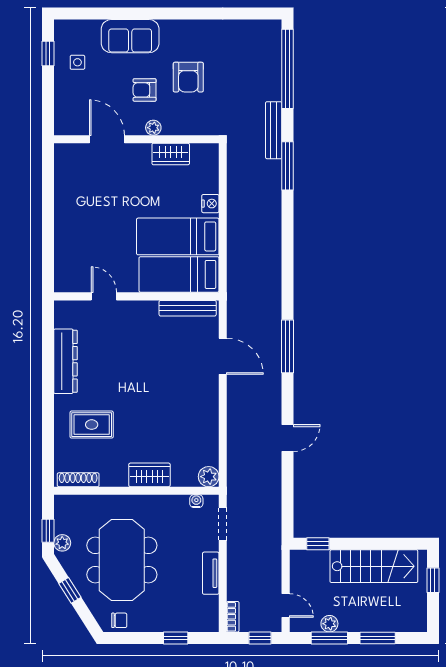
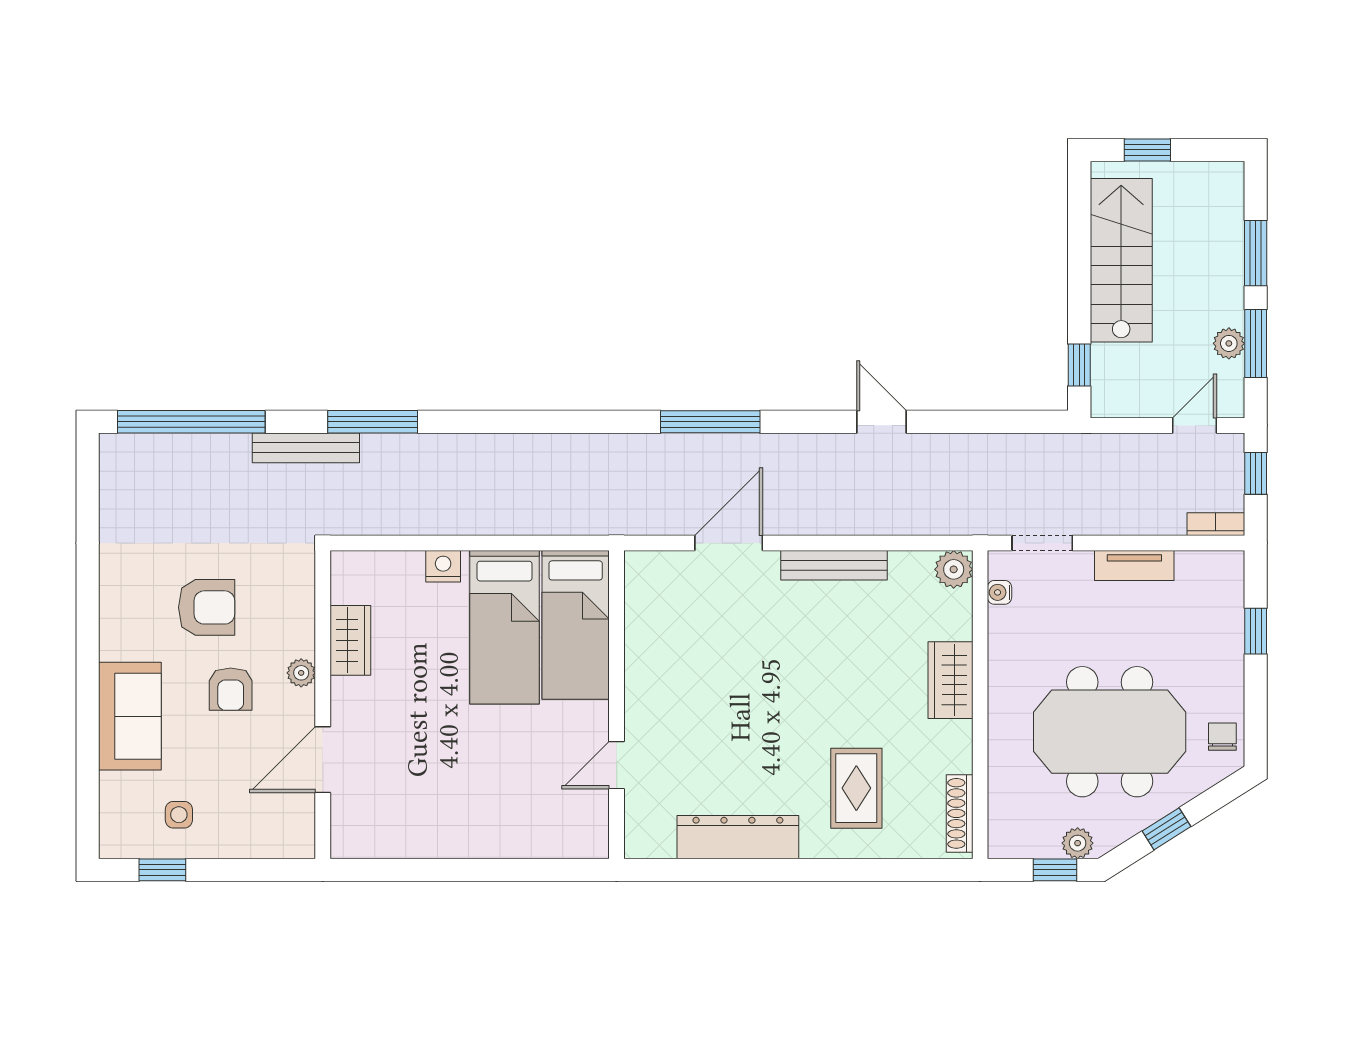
bench: (188, 308) -> (834, 565), moved, turned 90

